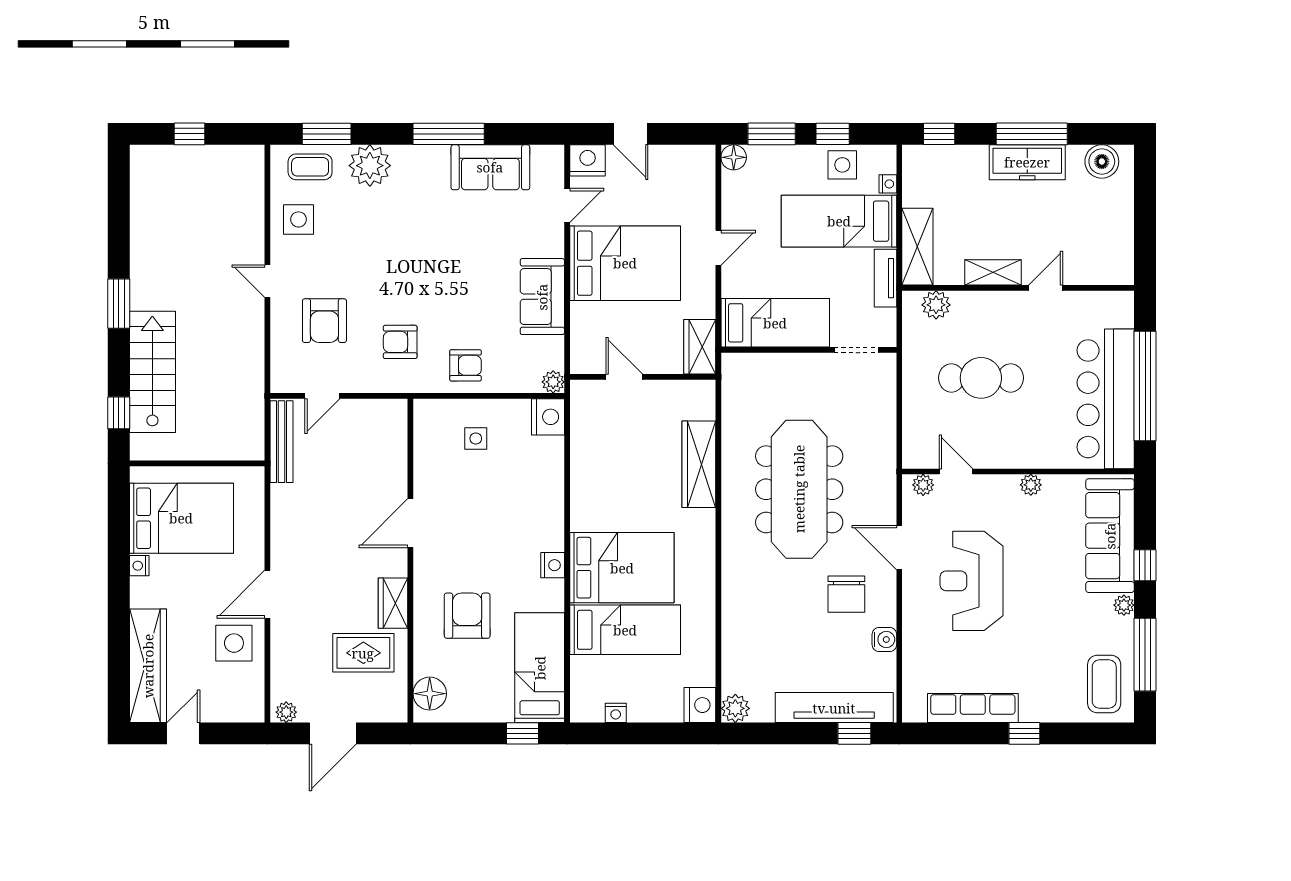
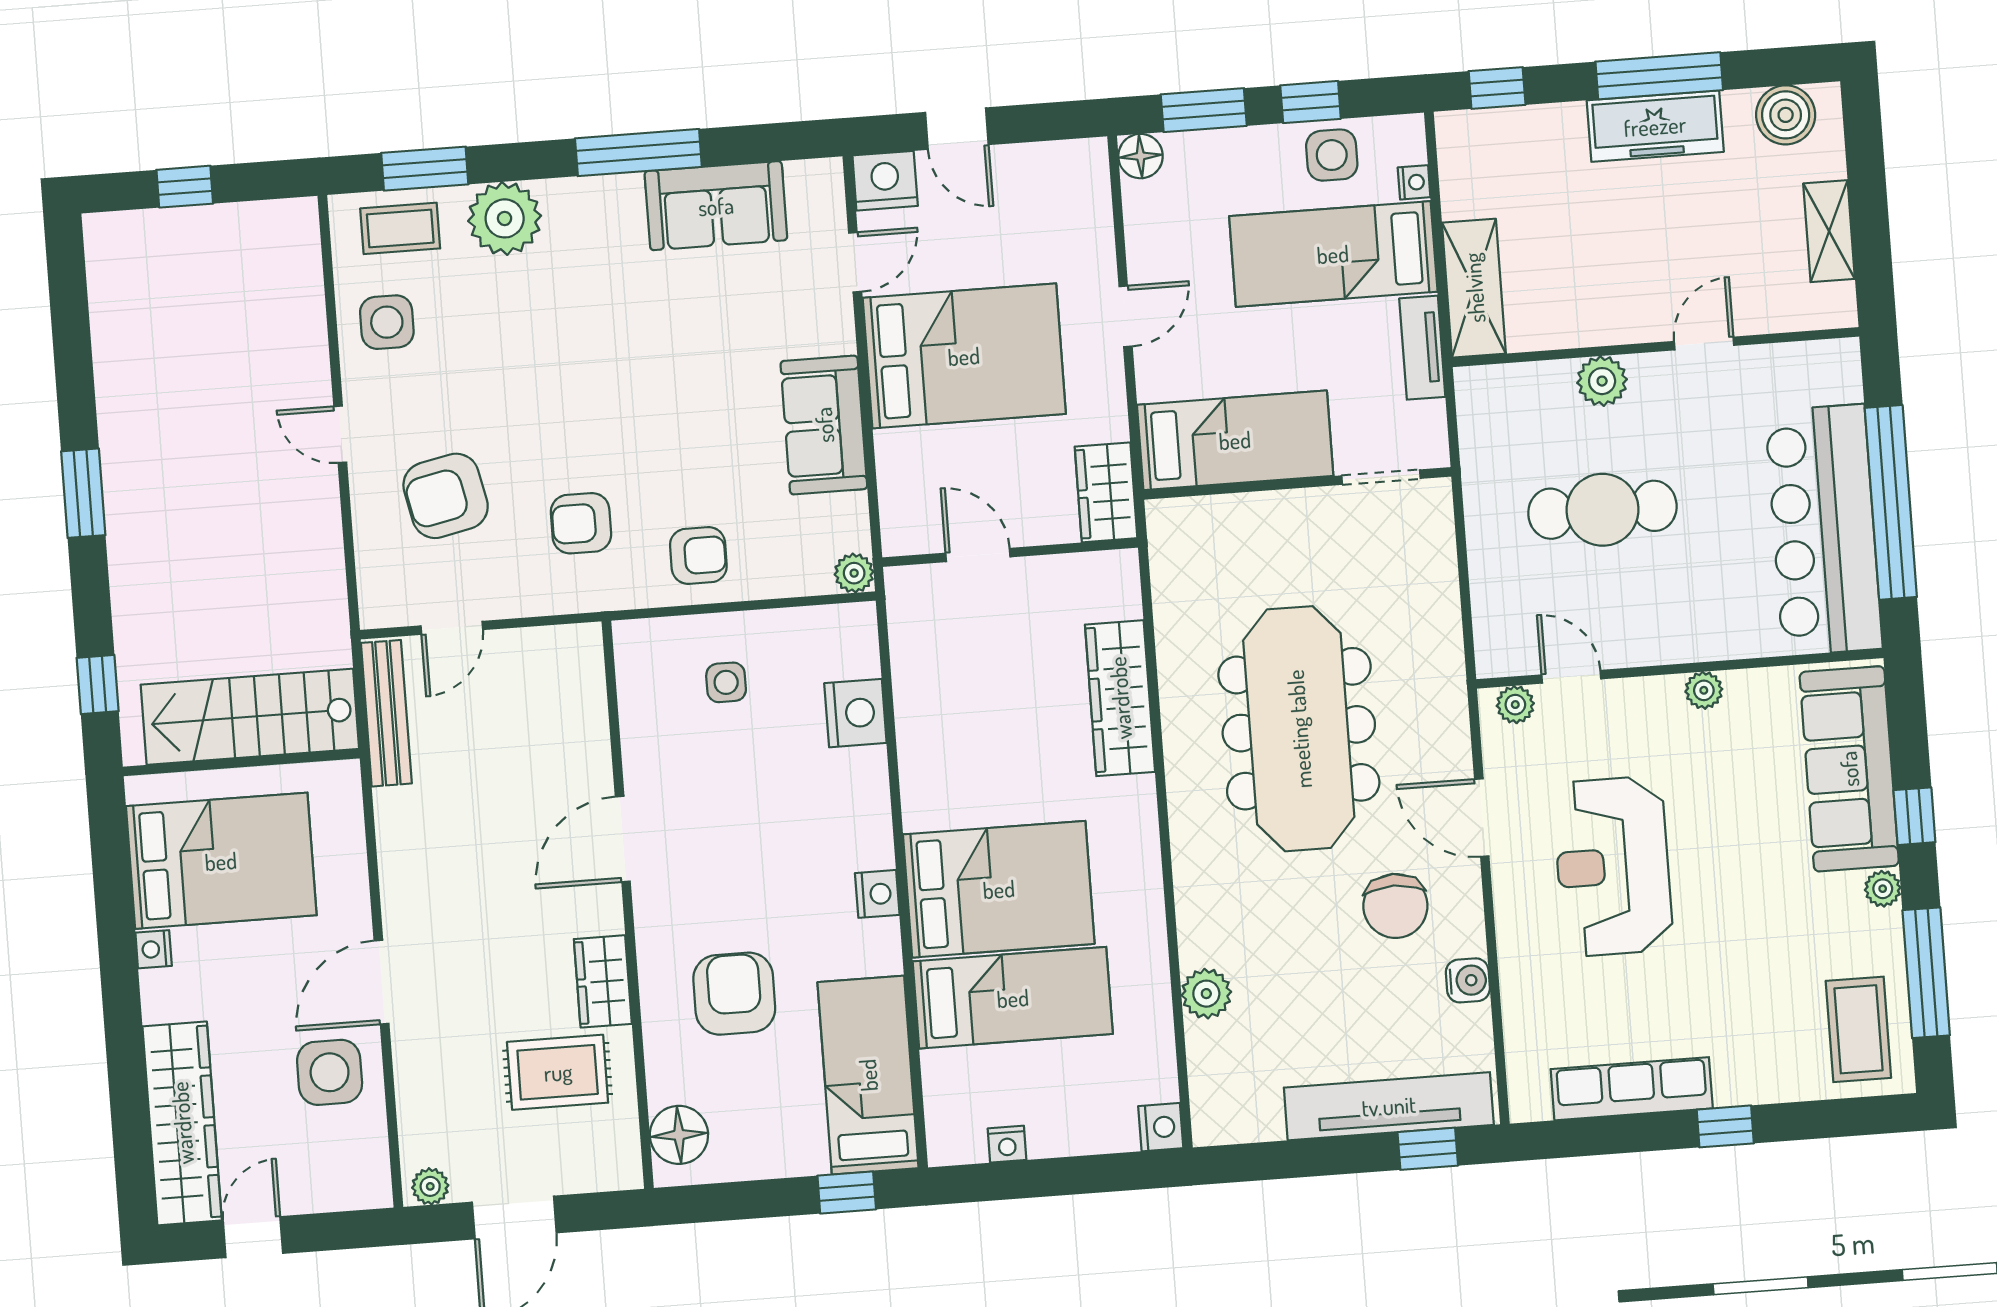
shelving: (993, 272) -> (1829, 231), moved, turned 90
plant: (936, 305) -> (1602, 381), moved
armchair: (324, 321) -> (446, 496), turned 78
stairs: (152, 372) -> (250, 717), moved, turned -90
nightstand: (548, 417) -> (855, 713), moved
nightstand: (700, 705) -> (1161, 1127), width x0.74, depth x0.75
plant: (735, 708) -> (1206, 994), moved

